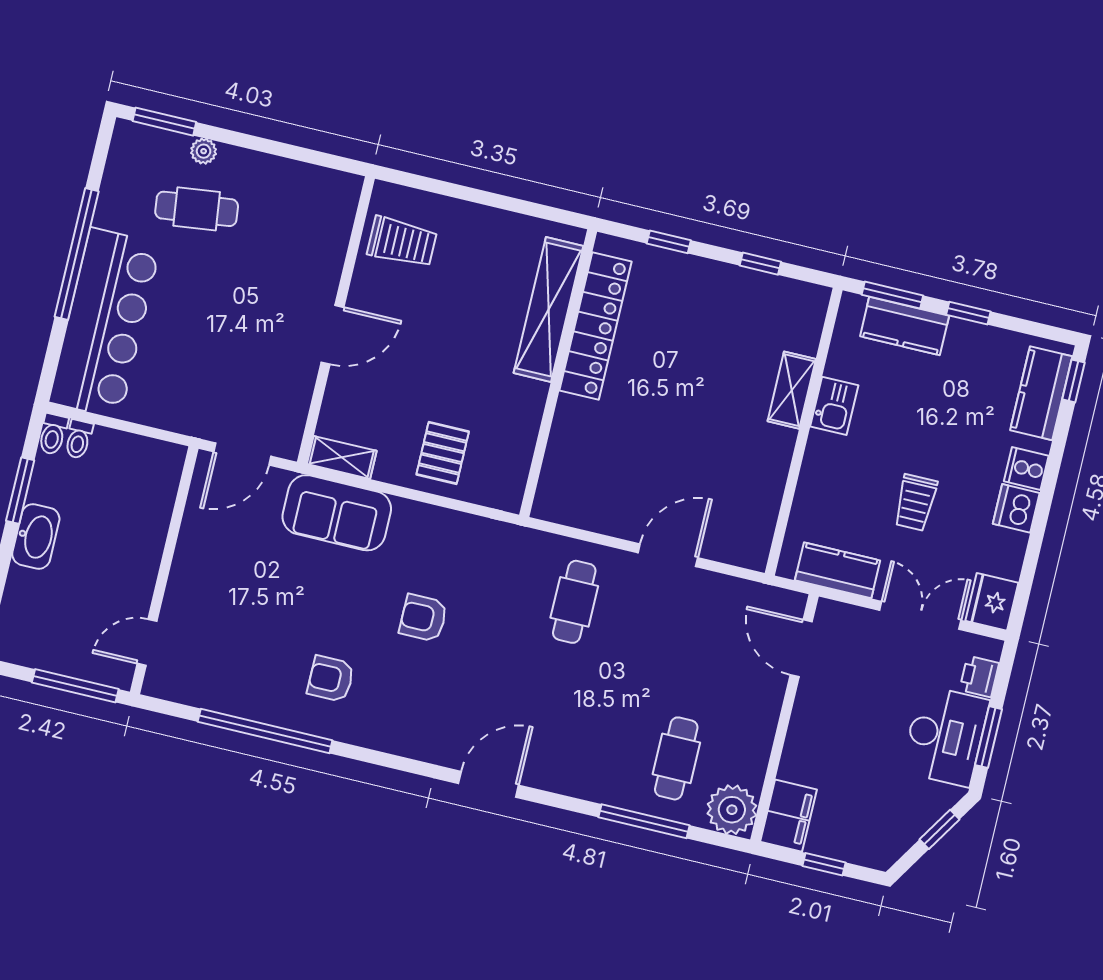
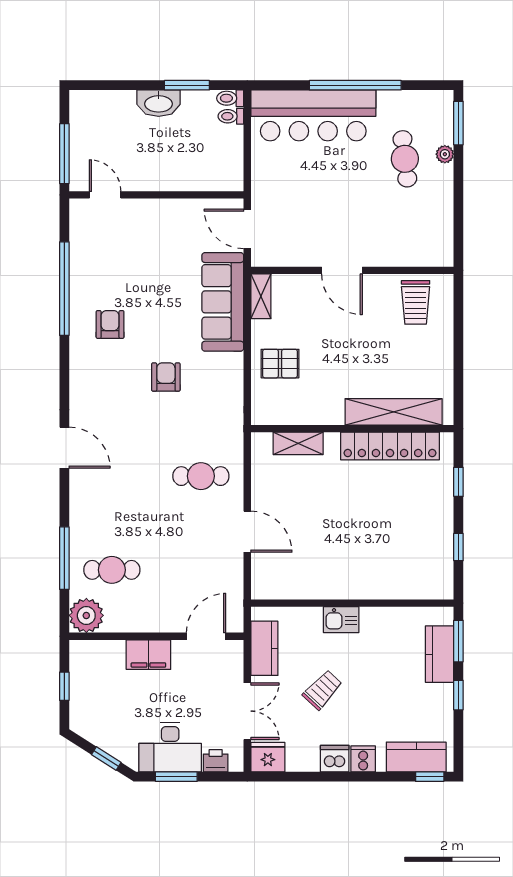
shelving: (792, 390) -> (298, 443), moved
kitchen sink: (834, 406) -> (341, 620), moved
trolley: (915, 503) -> (322, 690), turned 133
sofa: (337, 513) -> (223, 302), width x1.36
filing cabinet: (789, 816) -> (148, 655), moved

